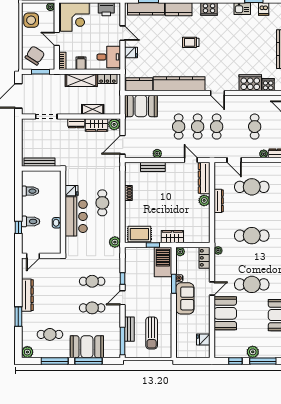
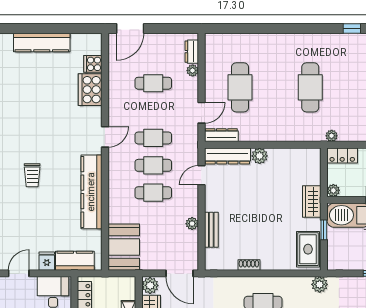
kitchen counter: (139, 84) -> (75, 261), moved, turned 90
dresser: (219, 201) -> (221, 135), moved

